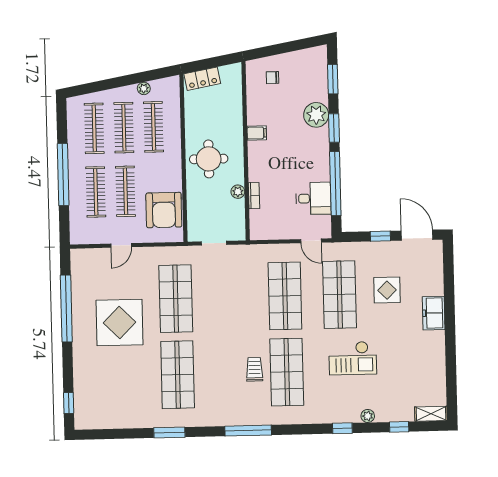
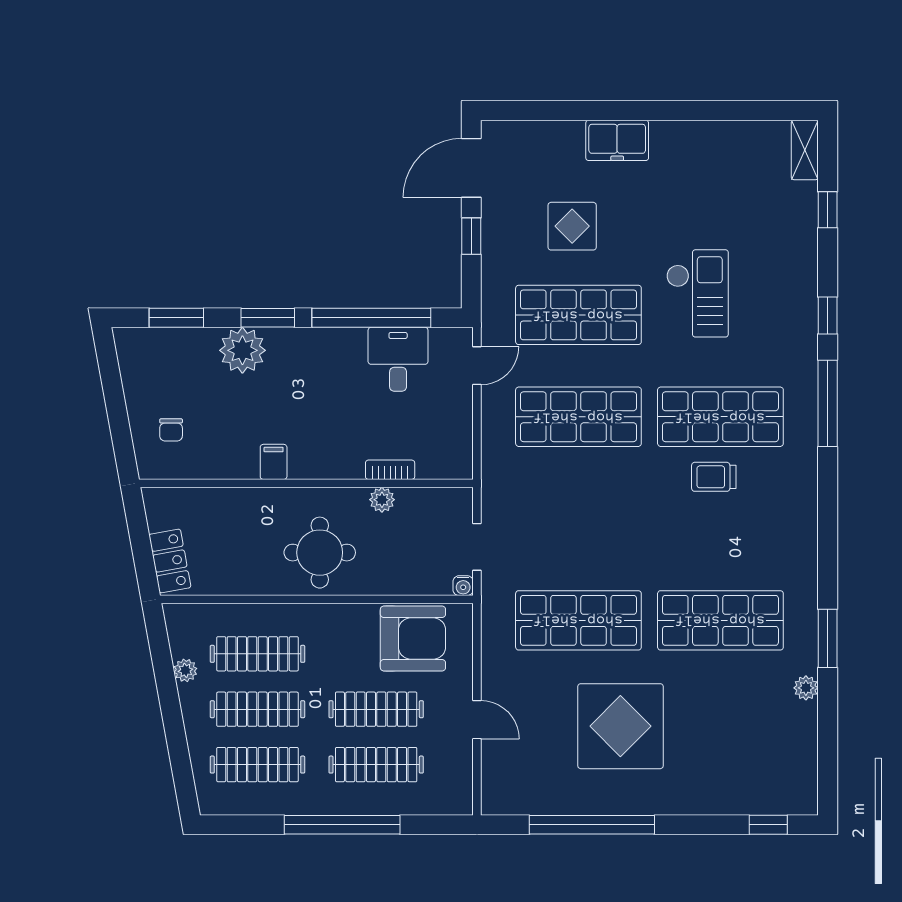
water cooler: (193, 236) -> (463, 586), added
plant: (368, 416) -> (806, 688), moved
window: (248, 431) -> (828, 403), moved

